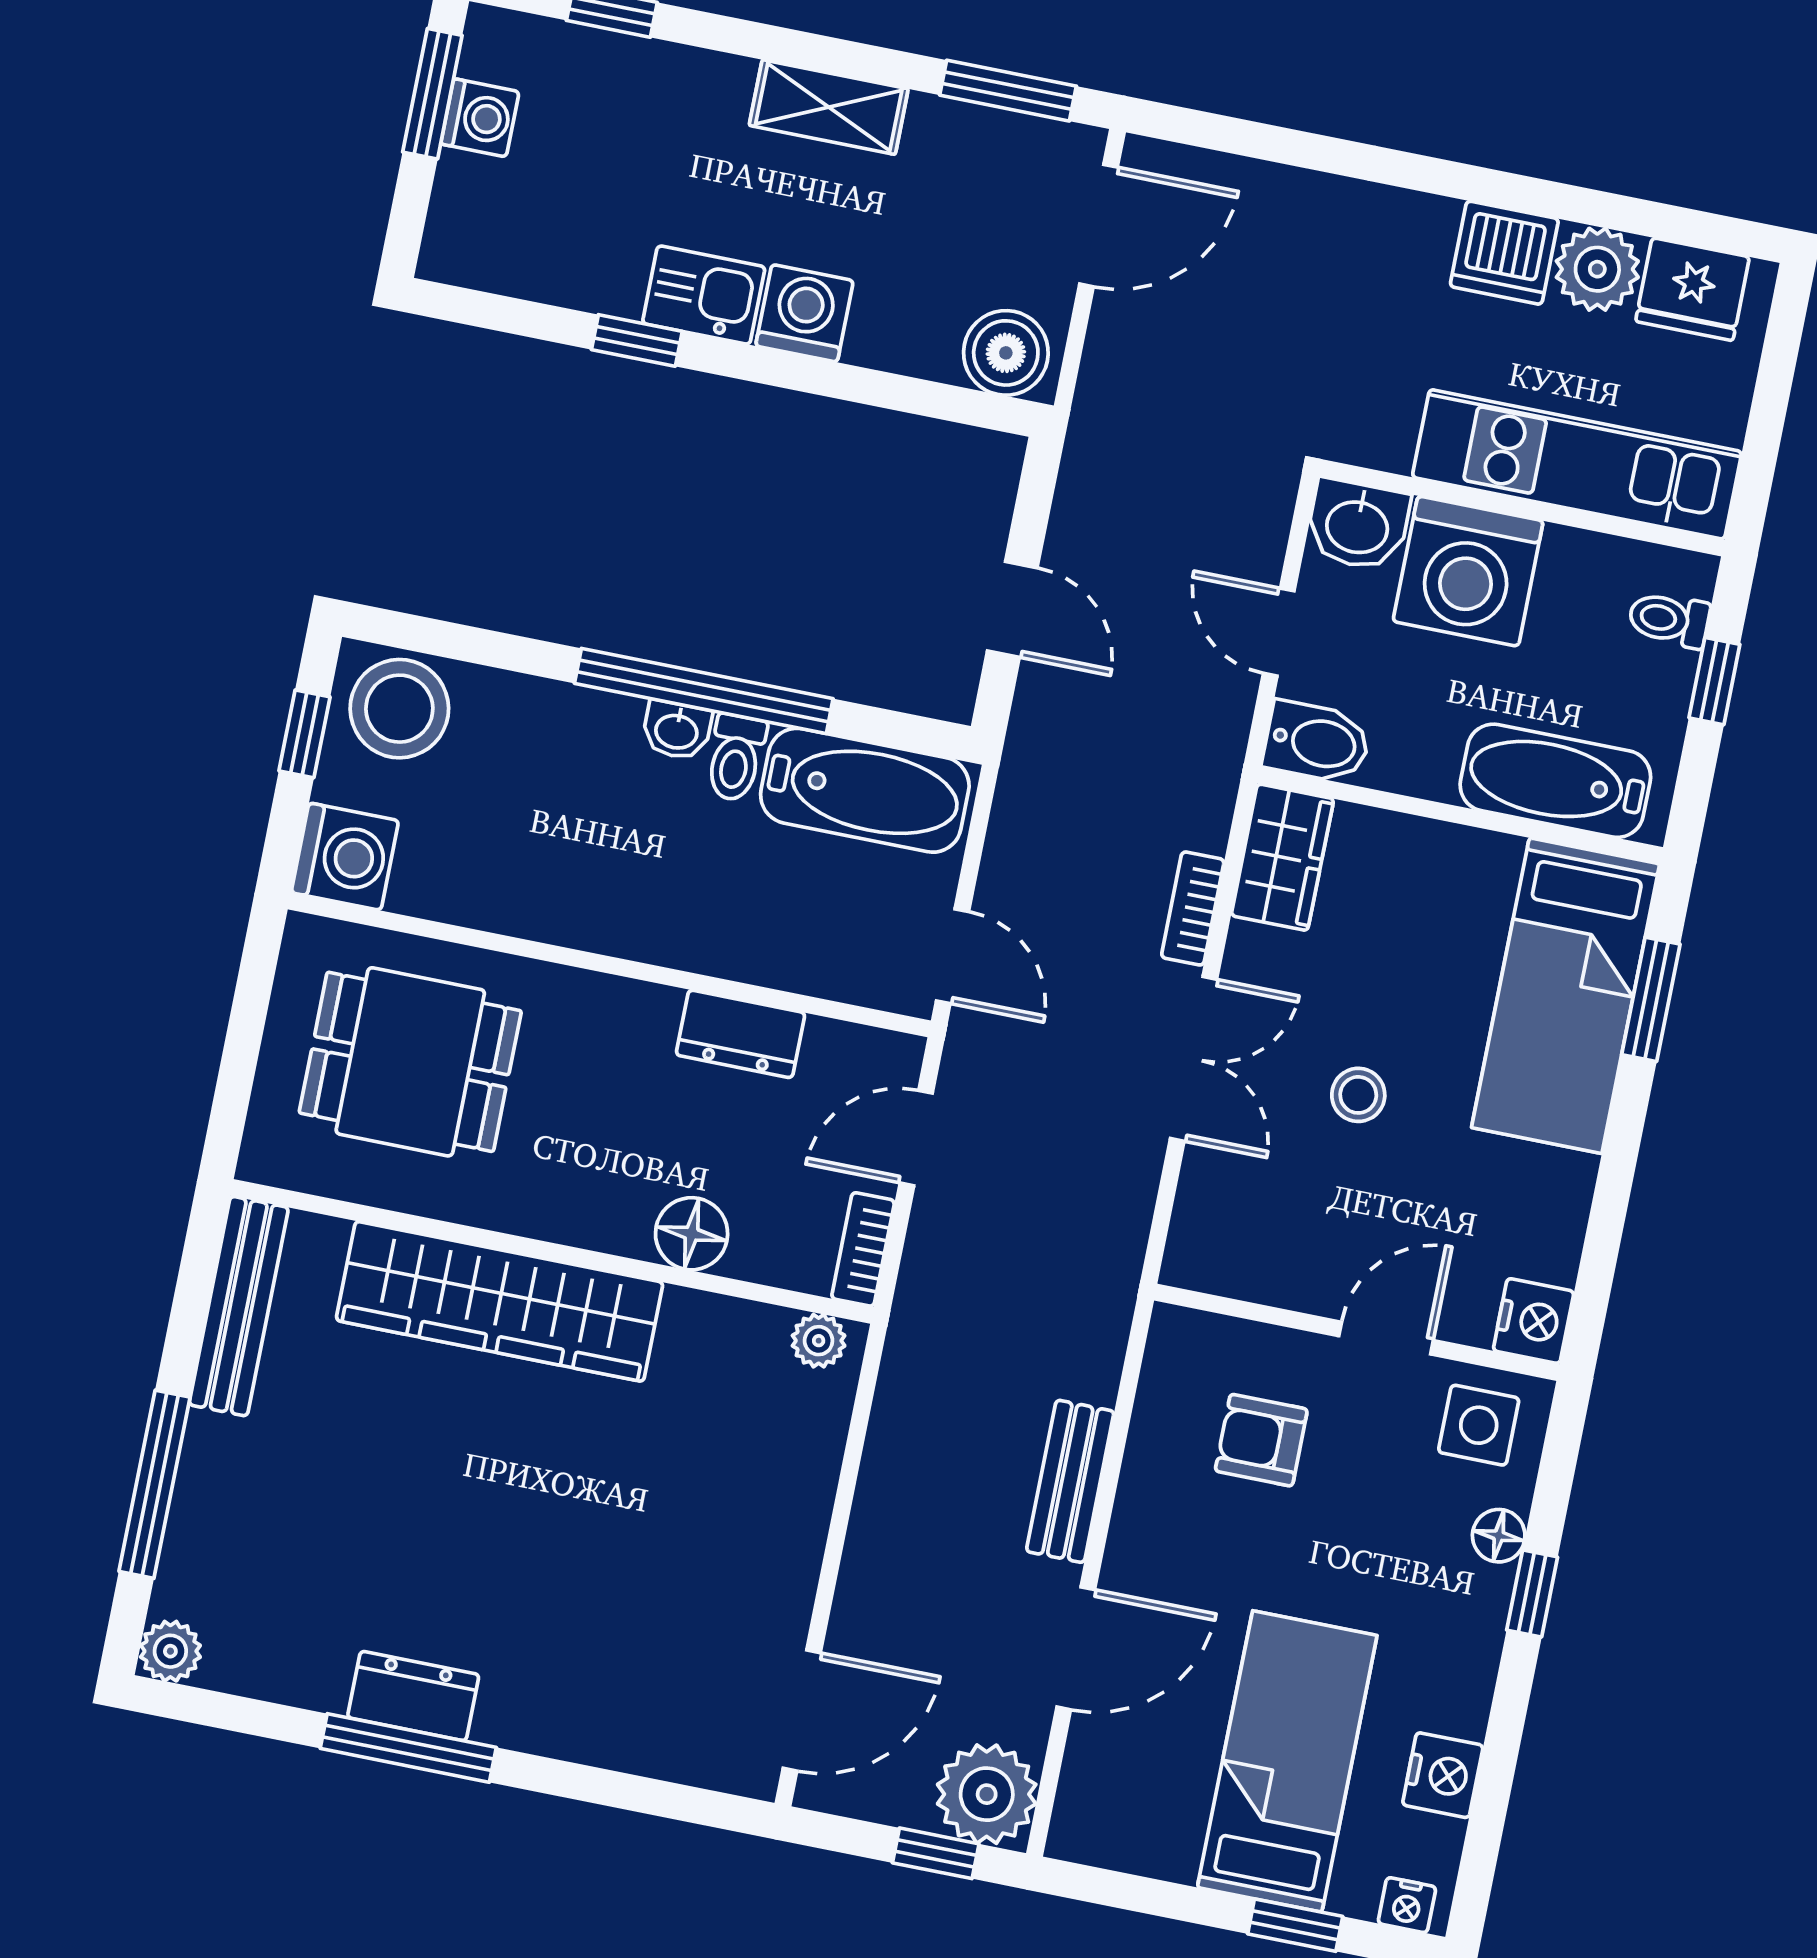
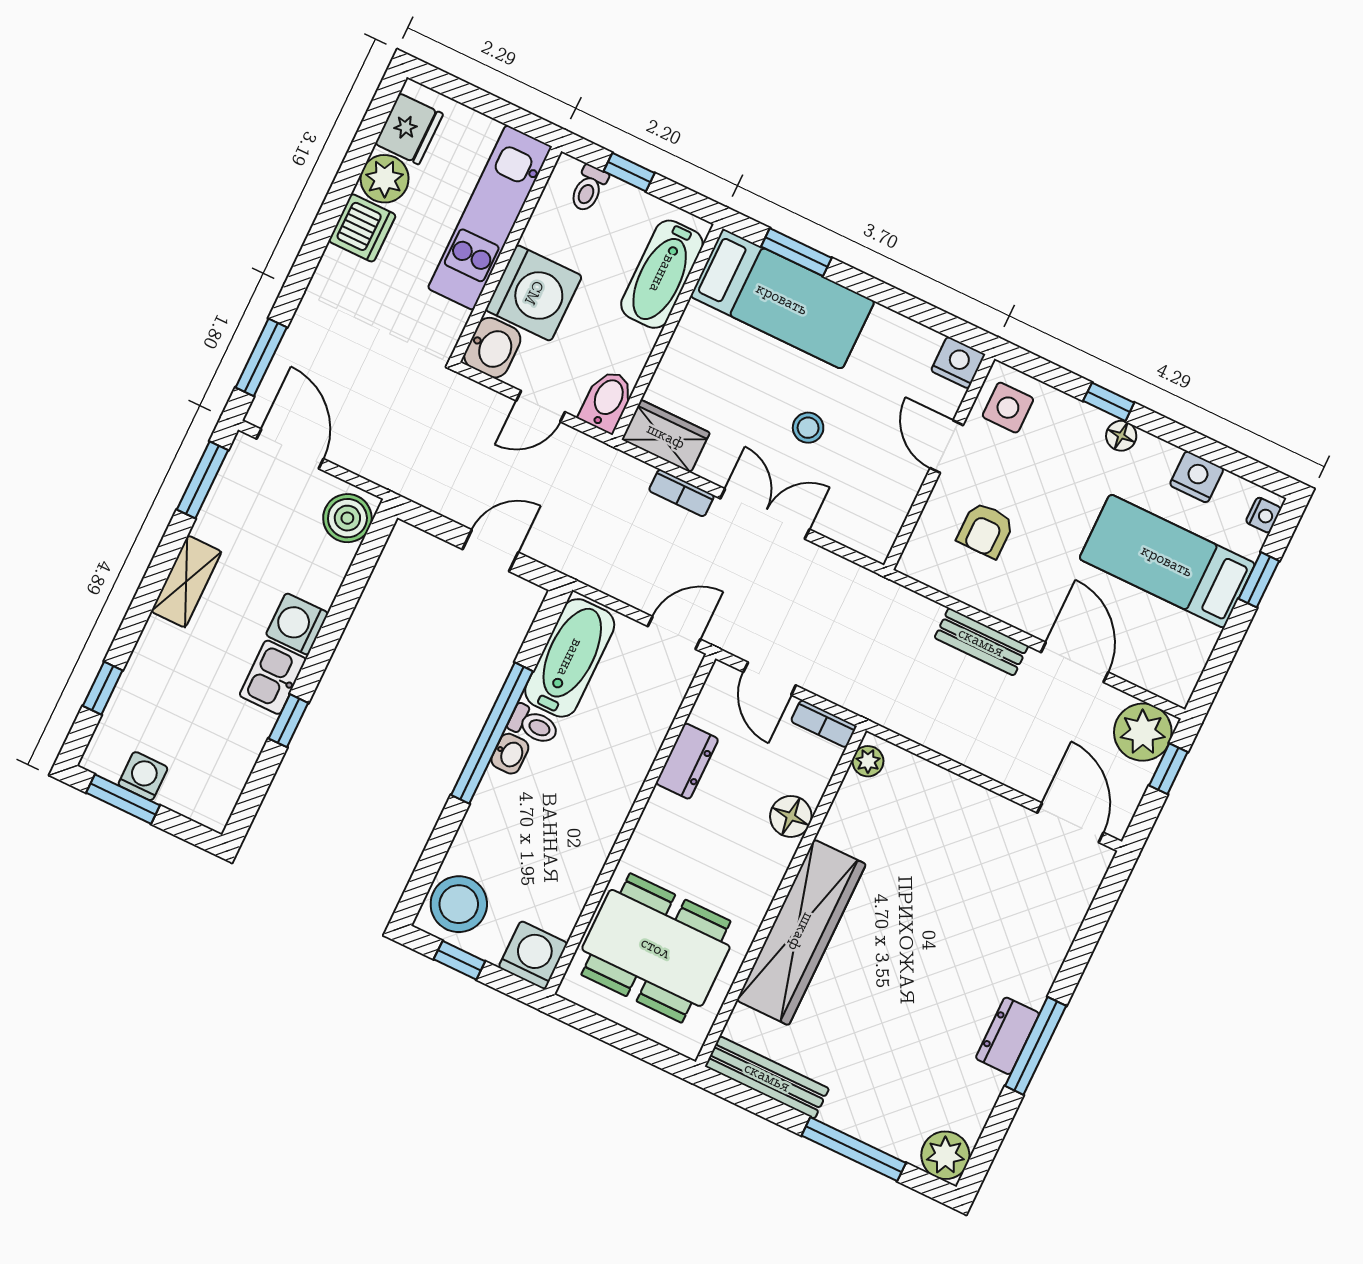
window: (1241, 137) -> (261, 357), added
dining table: (410, 1062) -> (656, 948), width x1.38
floor lamp: (1499, 1536) -> (1121, 436), moved
plant: (170, 1651) -> (945, 1155), width x1.38, depth x1.38

